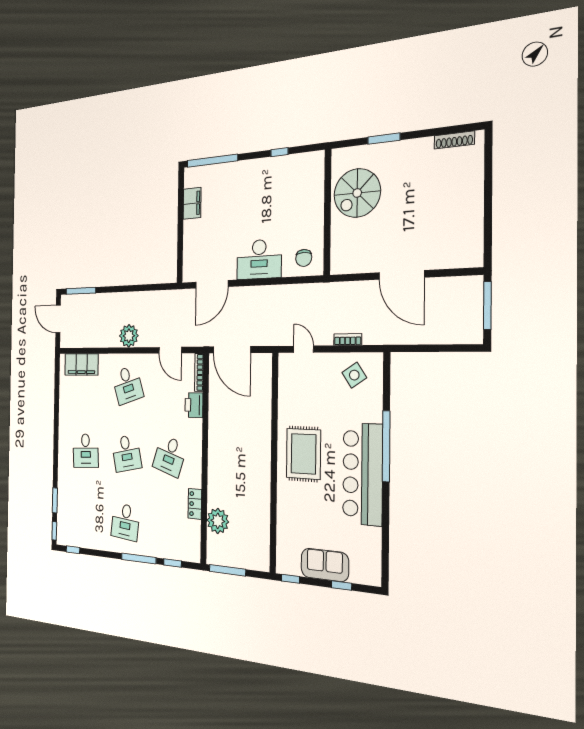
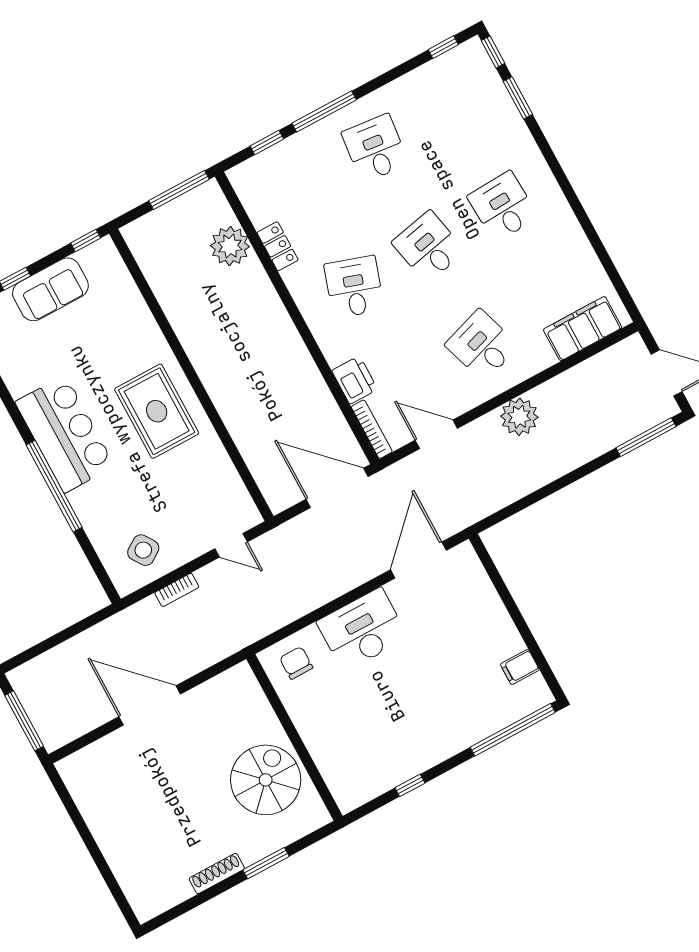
shoe rack: (454, 140) -> (217, 873), moved
filing cabinet: (192, 203) -> (520, 667), width x0.50
bar counter: (363, 474) -> (65, 434), width x0.73

